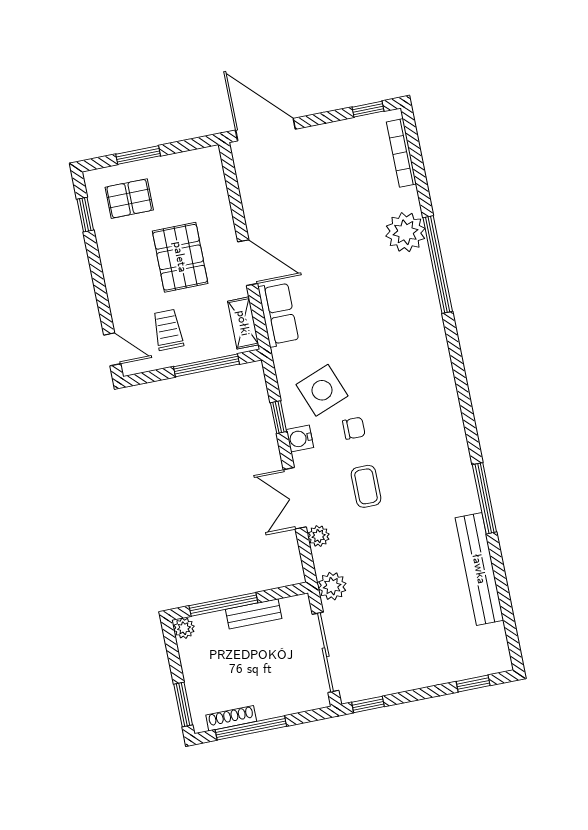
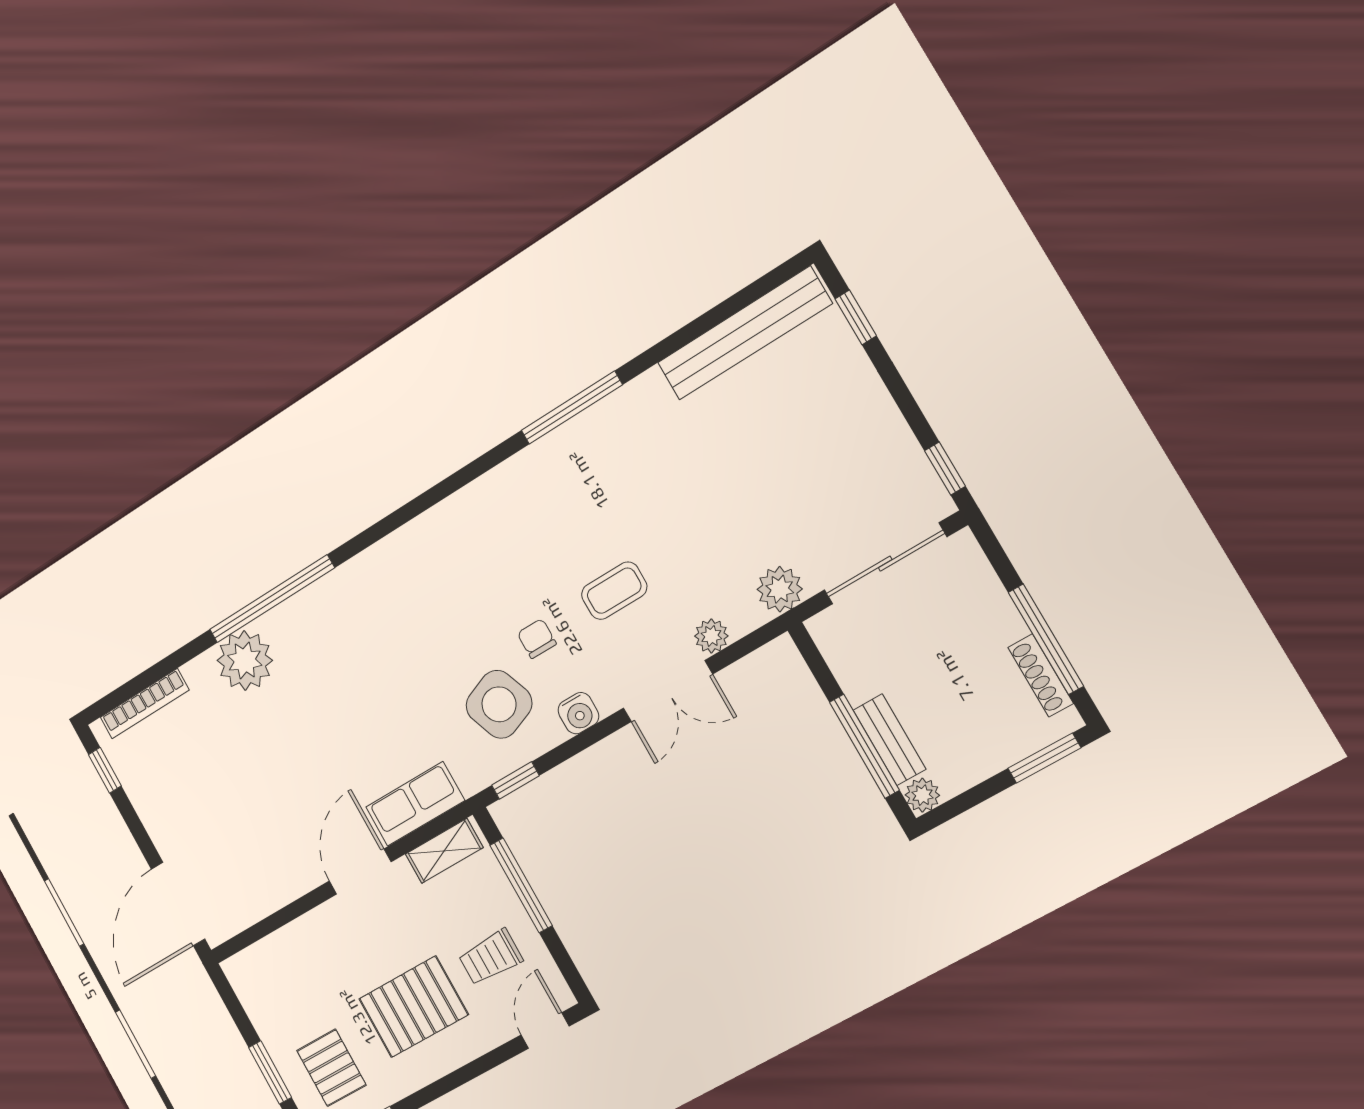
pallet: (180, 257) -> (413, 1007), moved
window: (279, 417) -> (515, 780), moved
bench: (479, 569) -> (744, 333), moved
bench: (254, 614) -> (889, 740), moved

